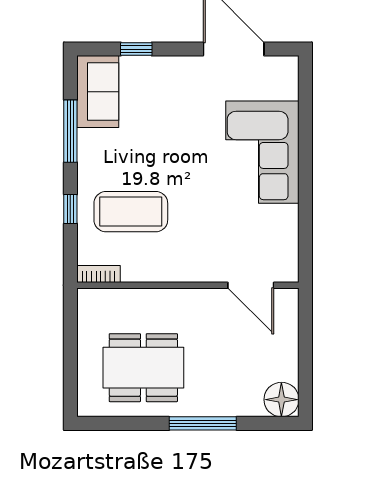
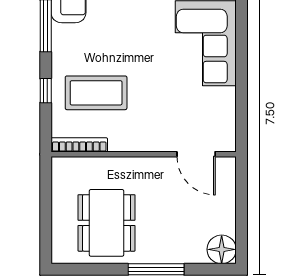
bookcase: (98, 274) -> (79, 145), width x1.56
dining table: (143, 368) -> (107, 223), turned 90

